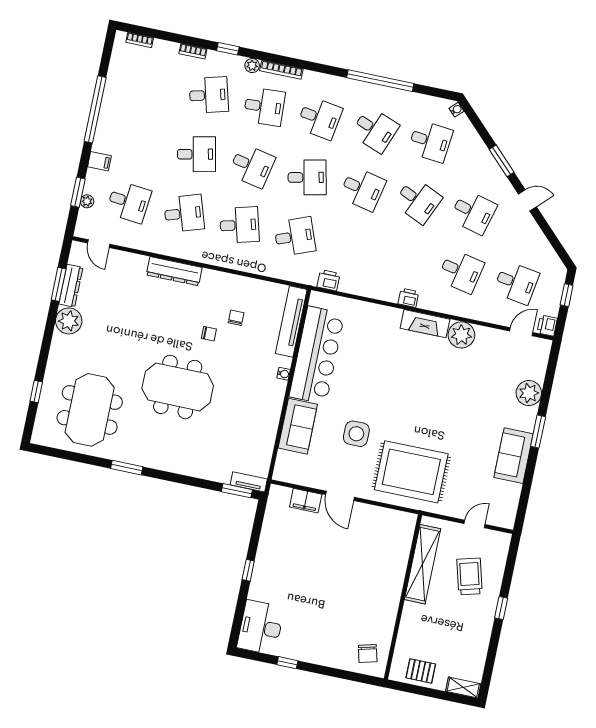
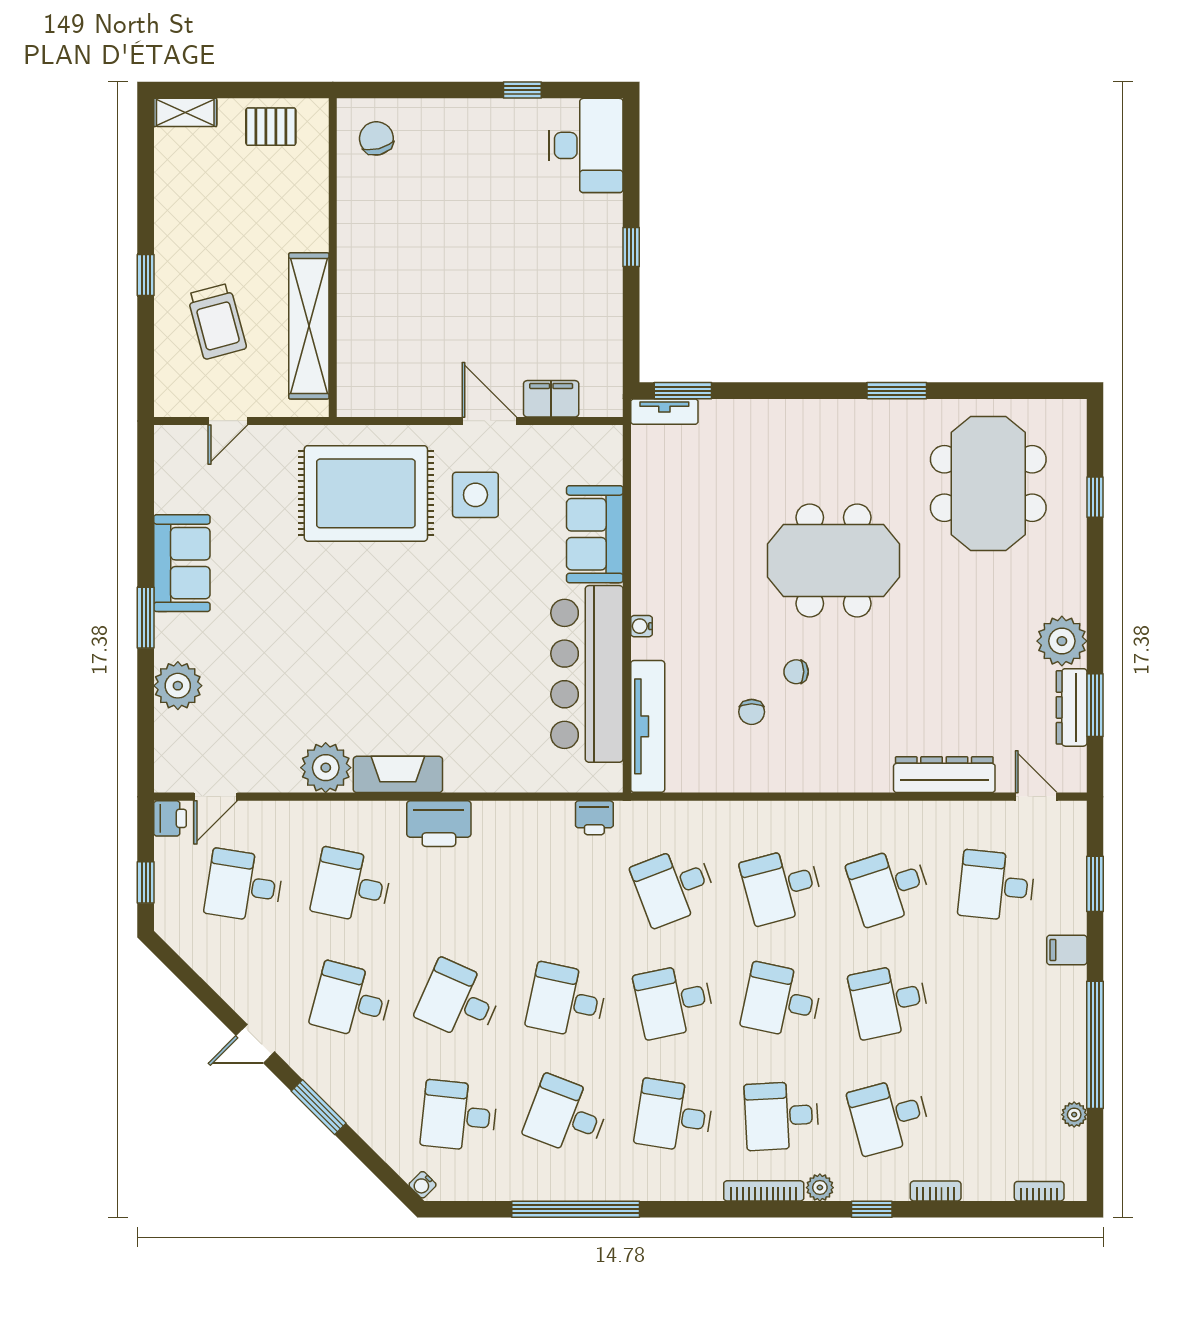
plant: (87, 201) -> (1074, 1115), moved
dresser: (174, 271) -> (944, 775), moved
printer: (408, 298) -> (439, 824), width x1.87, depth x1.48
side table: (356, 434) -> (475, 495), moved

